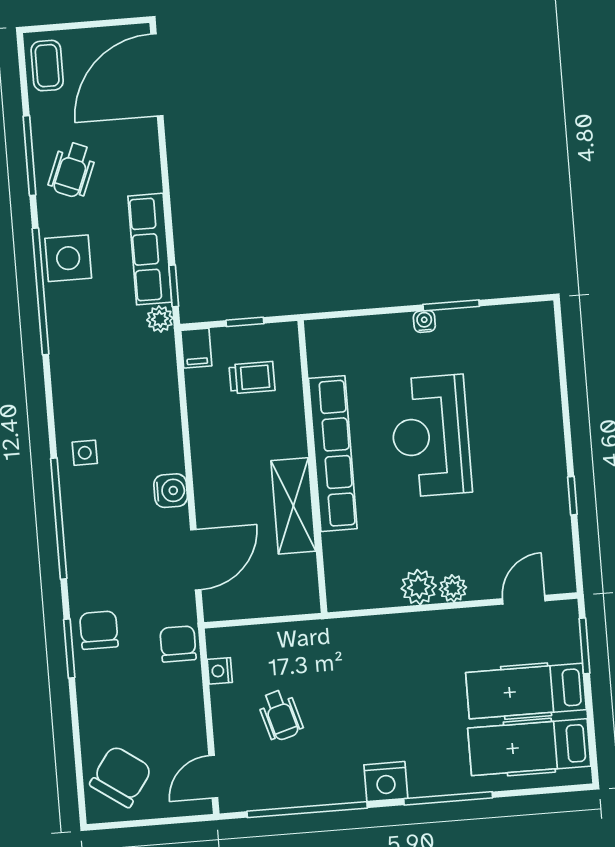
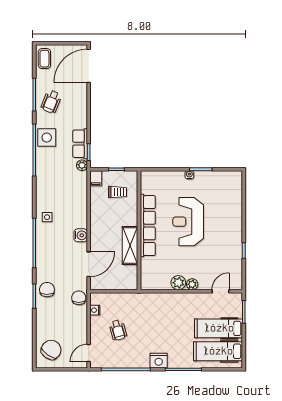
row of seats: (150, 249) -> (80, 144), width x0.68

